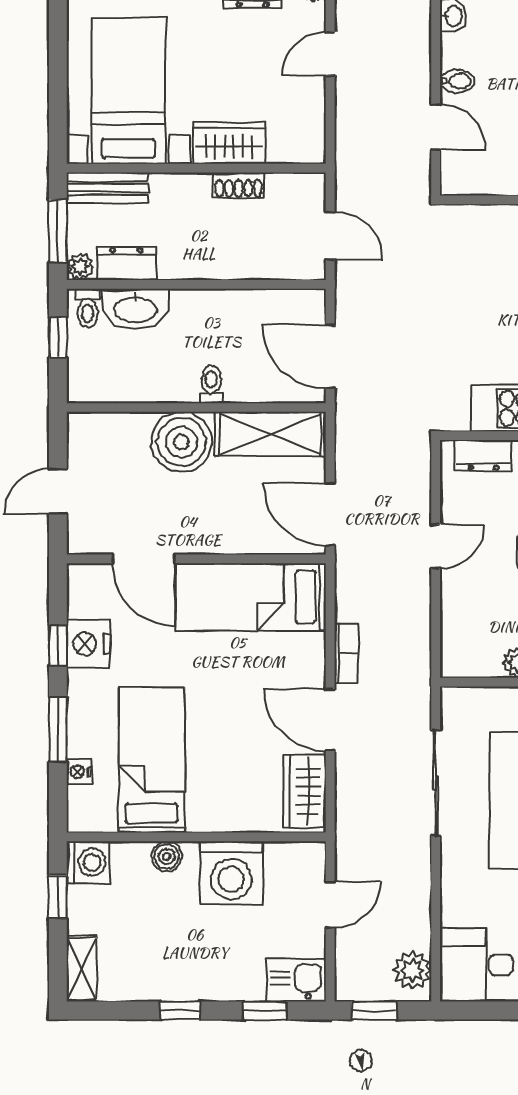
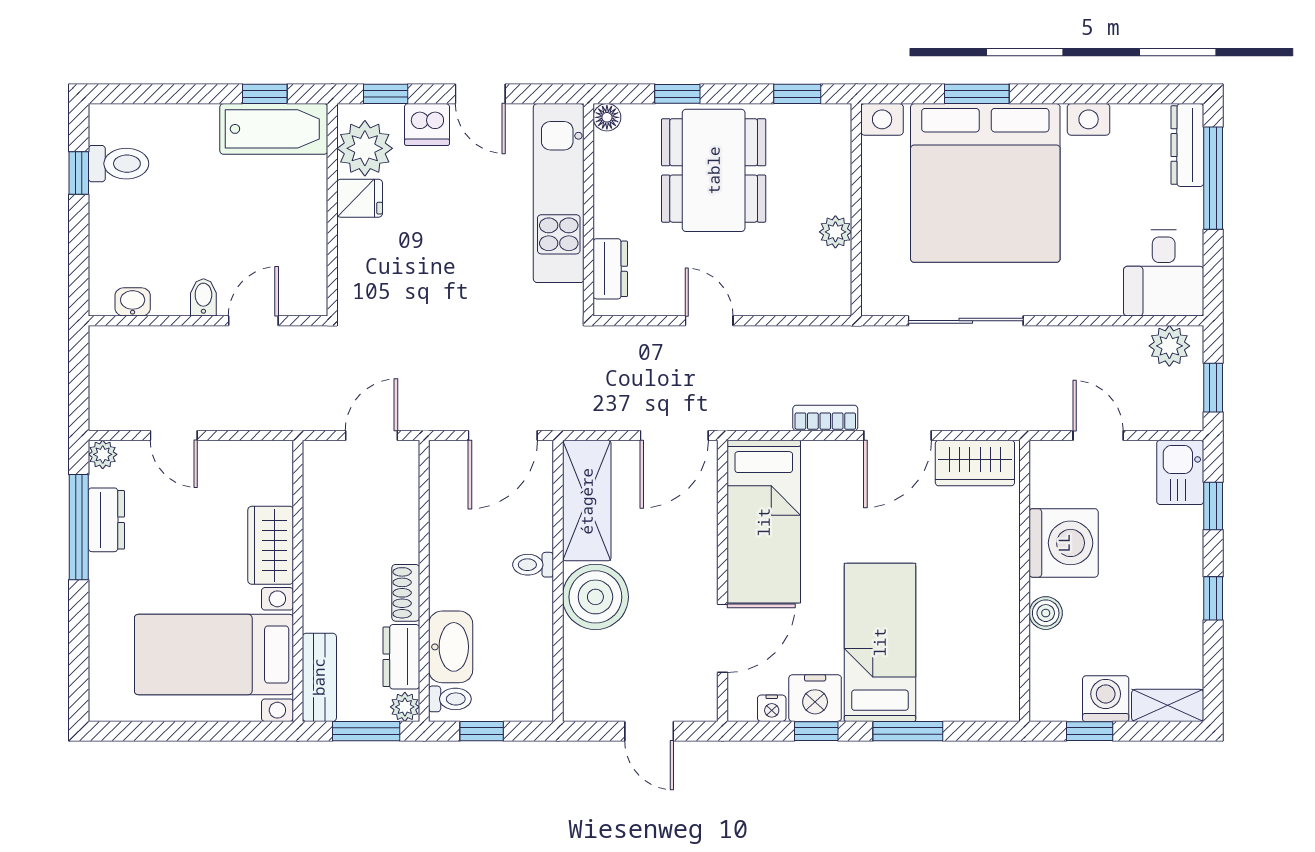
shoe rack: (239, 185) -> (406, 593), moved, turned 180
bed: (152, 760) -> (880, 642), moved, turned 90
nightstand: (79, 772) -> (772, 708), moved
washing machine: (88, 862) -> (1106, 699), moved

